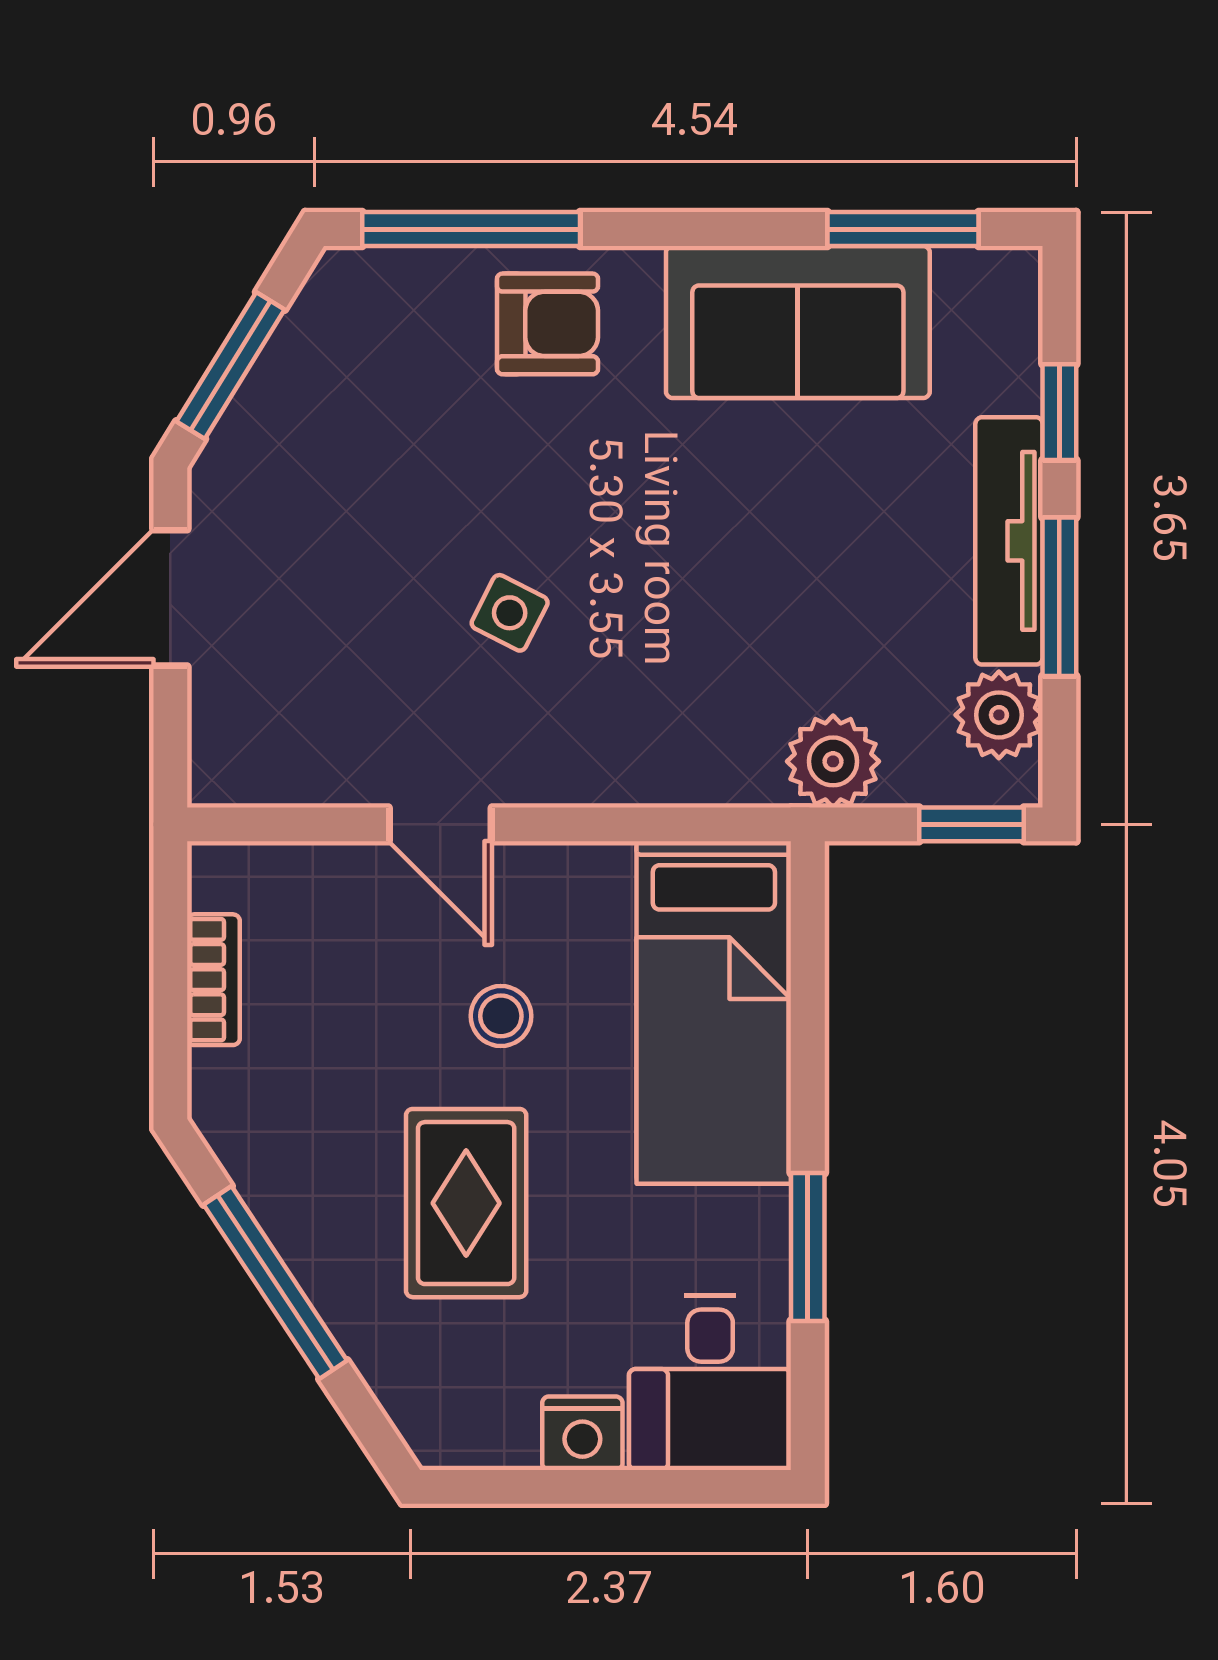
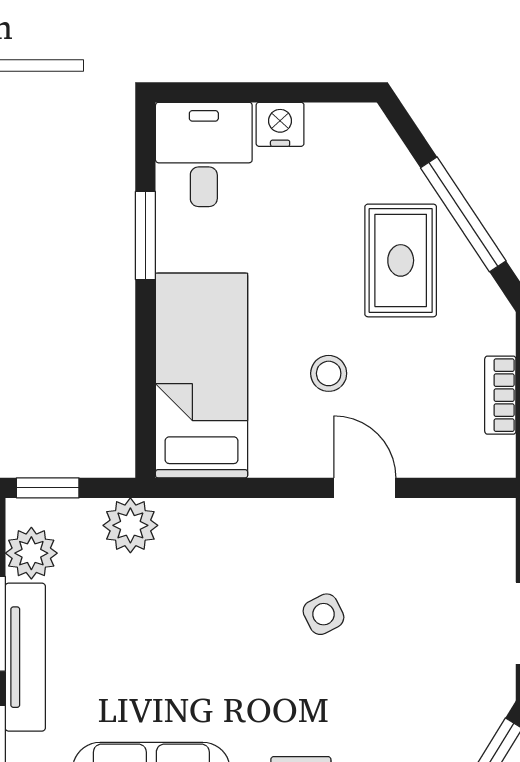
side table: (510, 613) -> (323, 614), turned 36
rug: (466, 1203) -> (401, 260), moved

